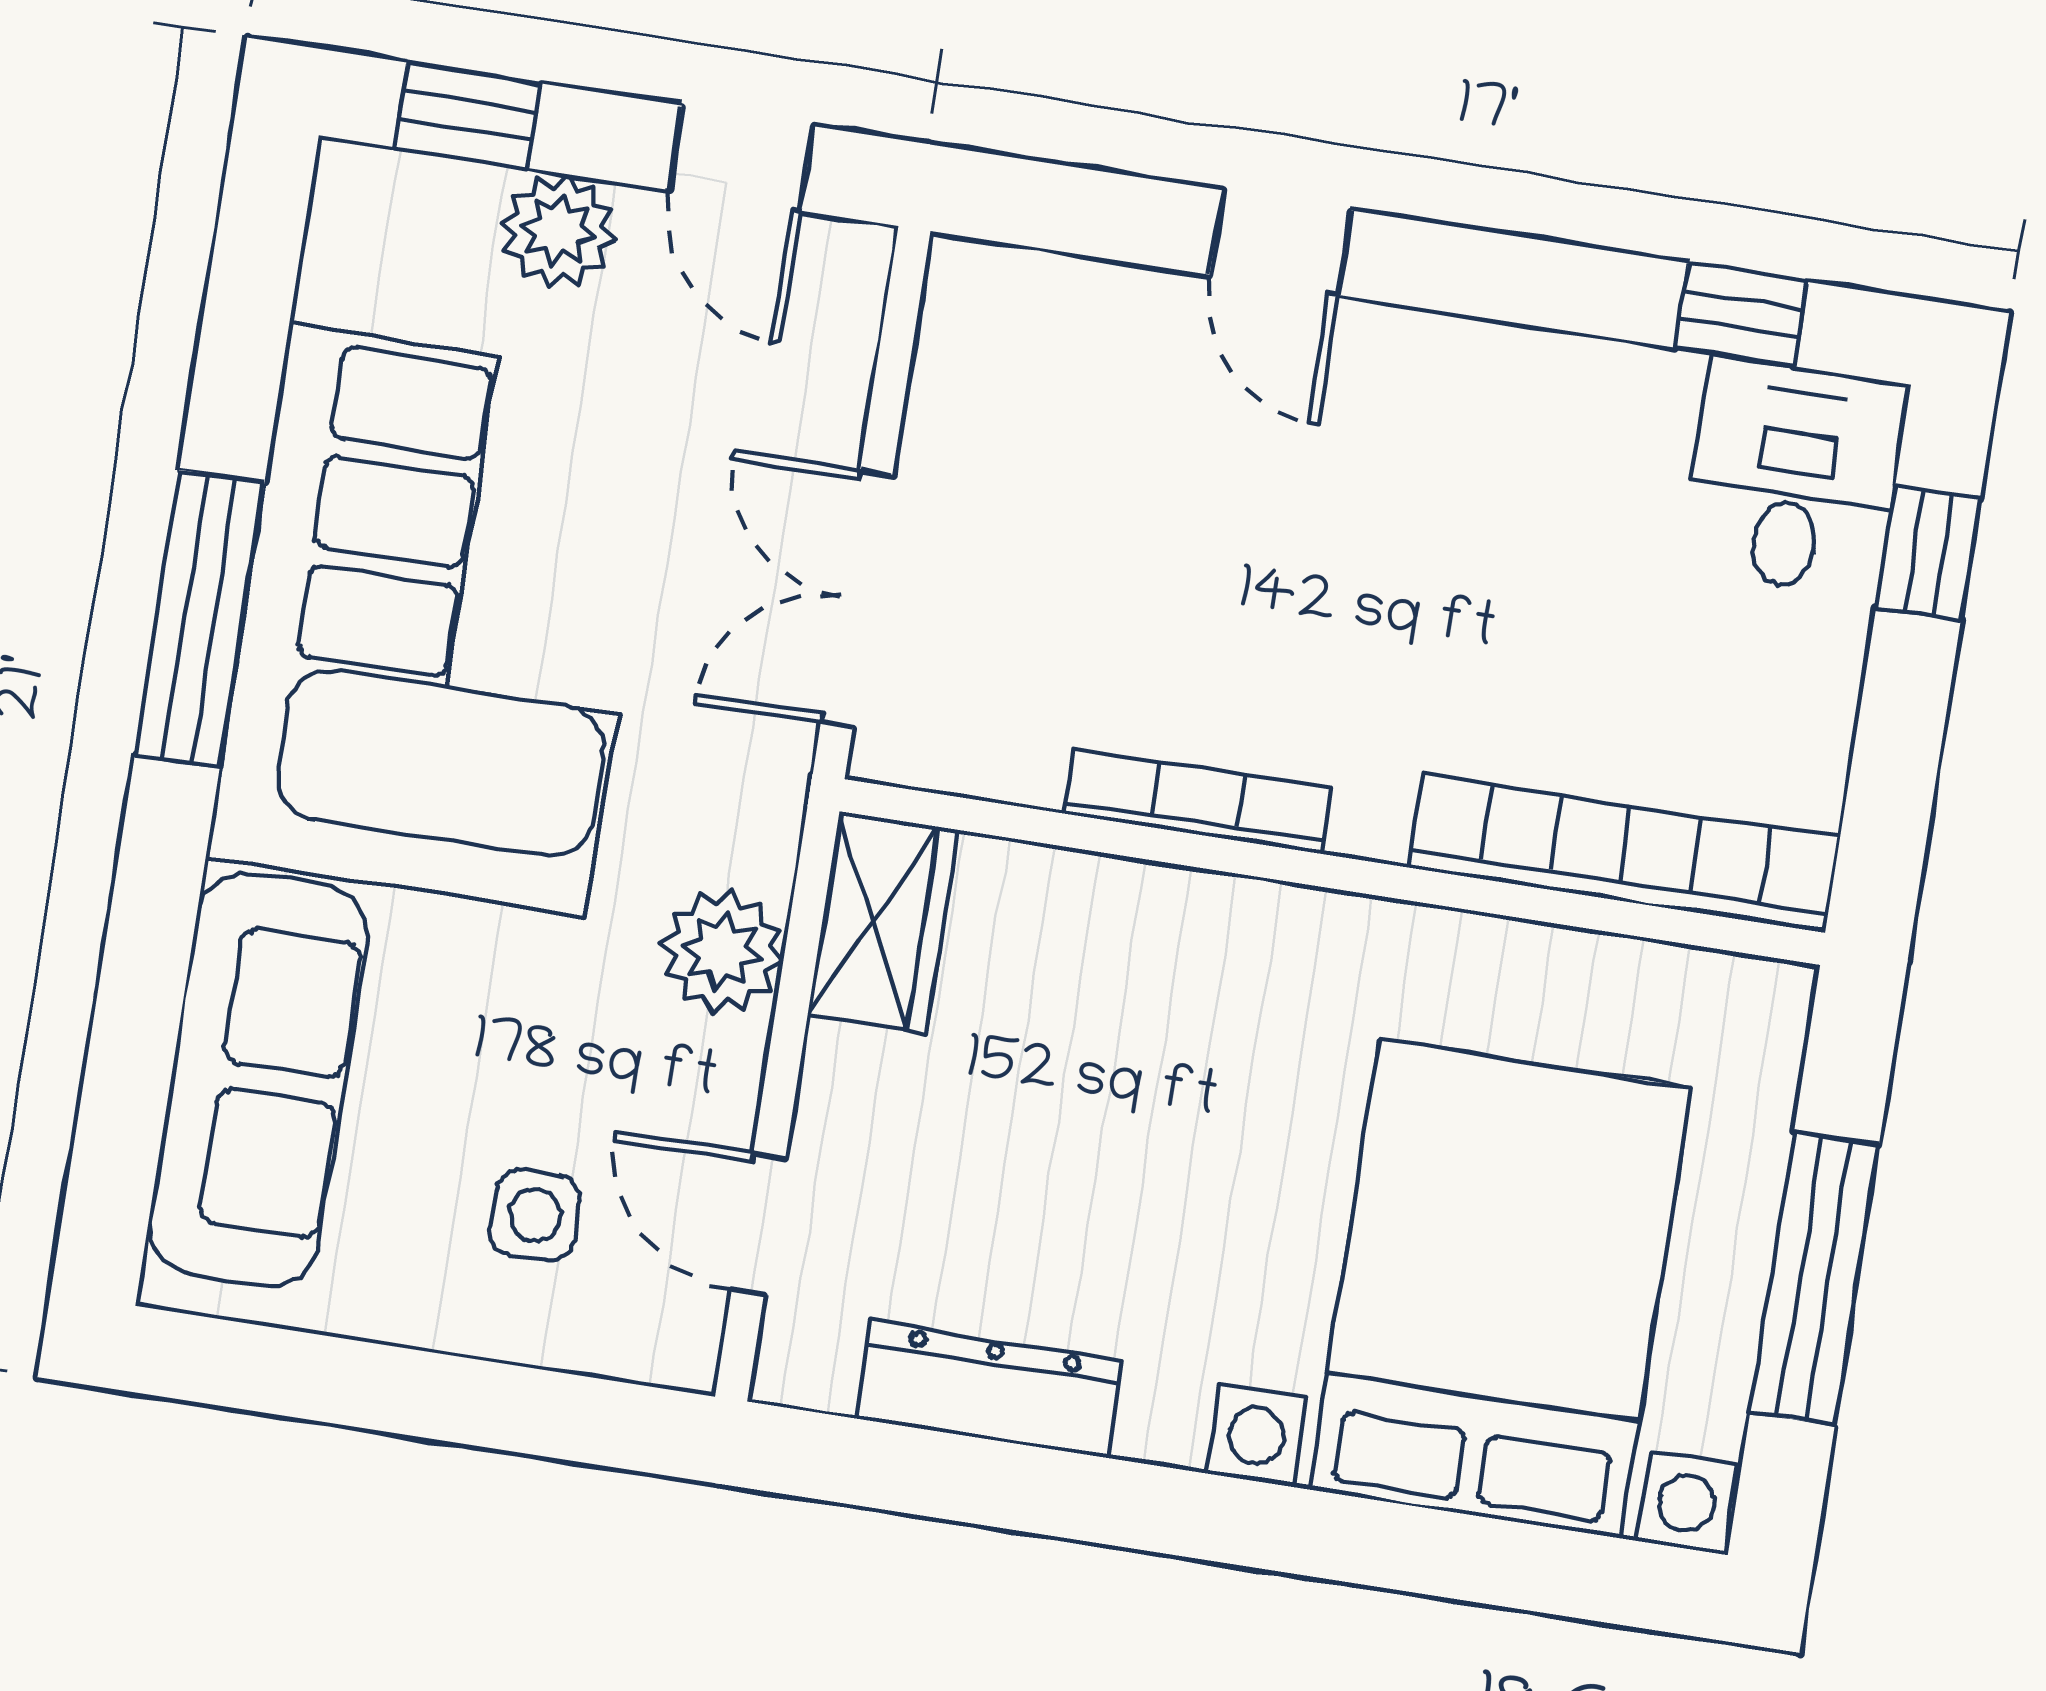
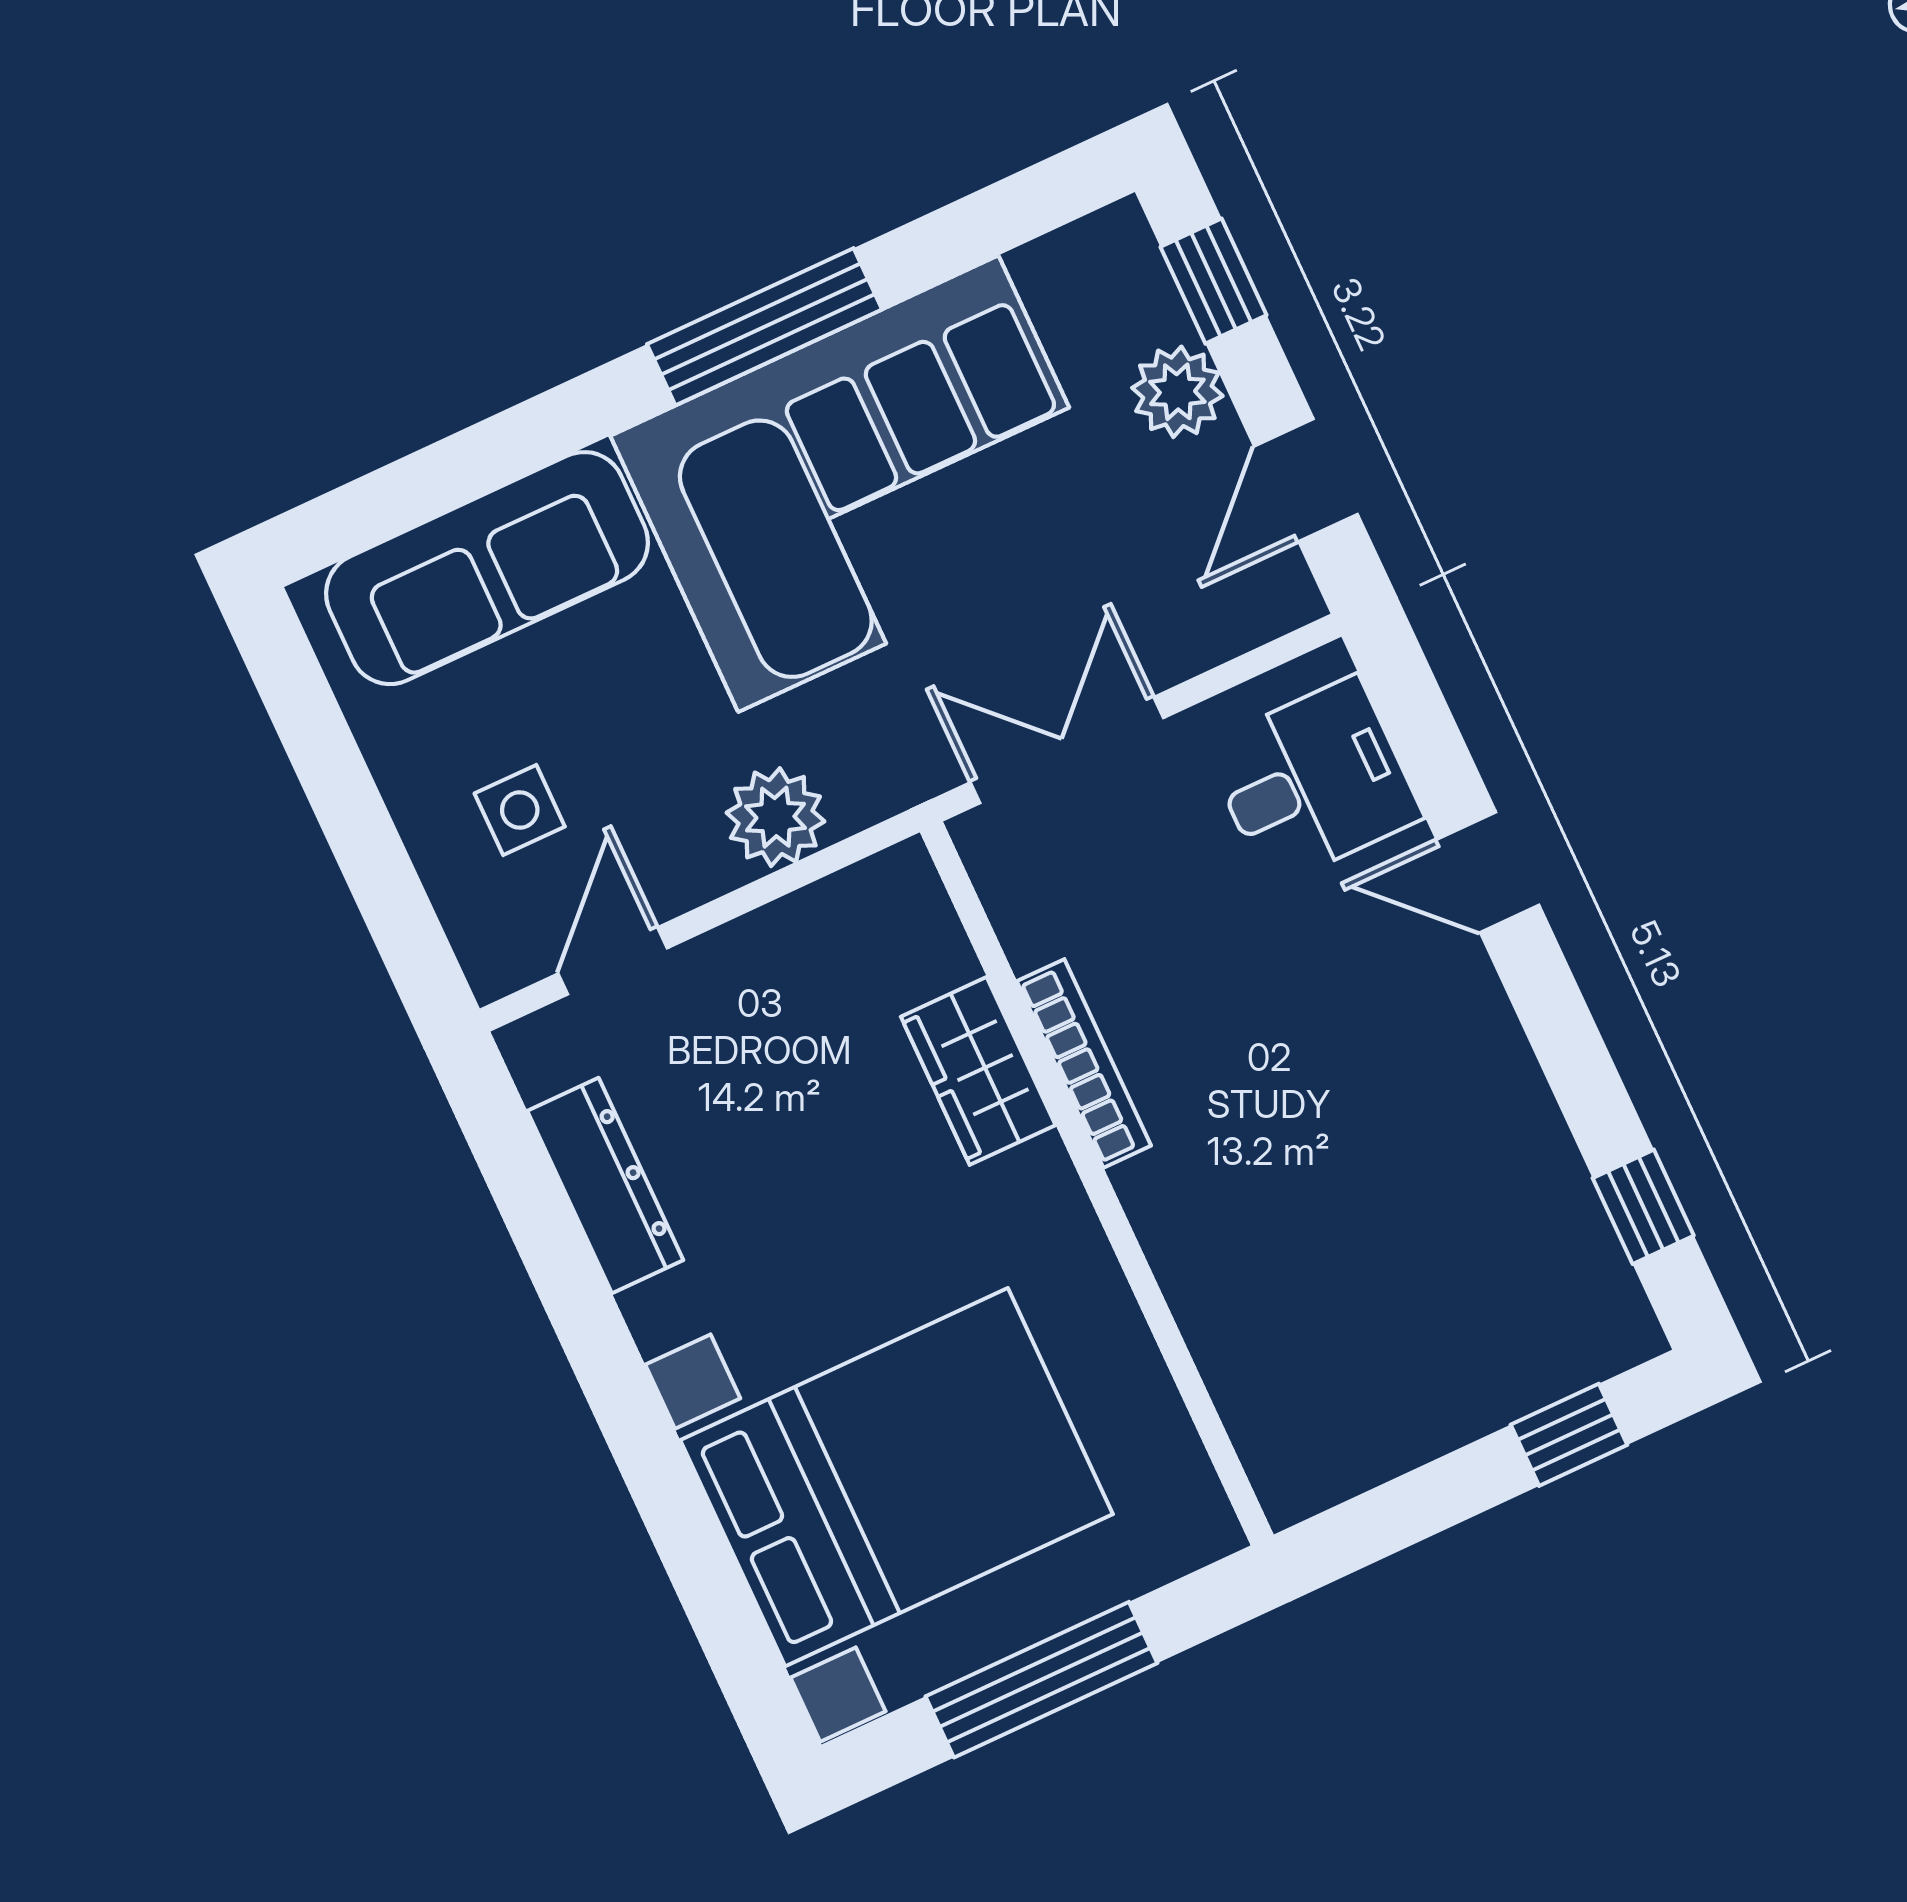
door: (1281, 243) -> (1488, 872), hinge flipped
desk: (1794, 477) -> (1313, 782), moved
bookcase: (1624, 853) -> (1238, 1367), removed
wardrobe: (883, 922) -> (978, 1071), moved, turned 90

